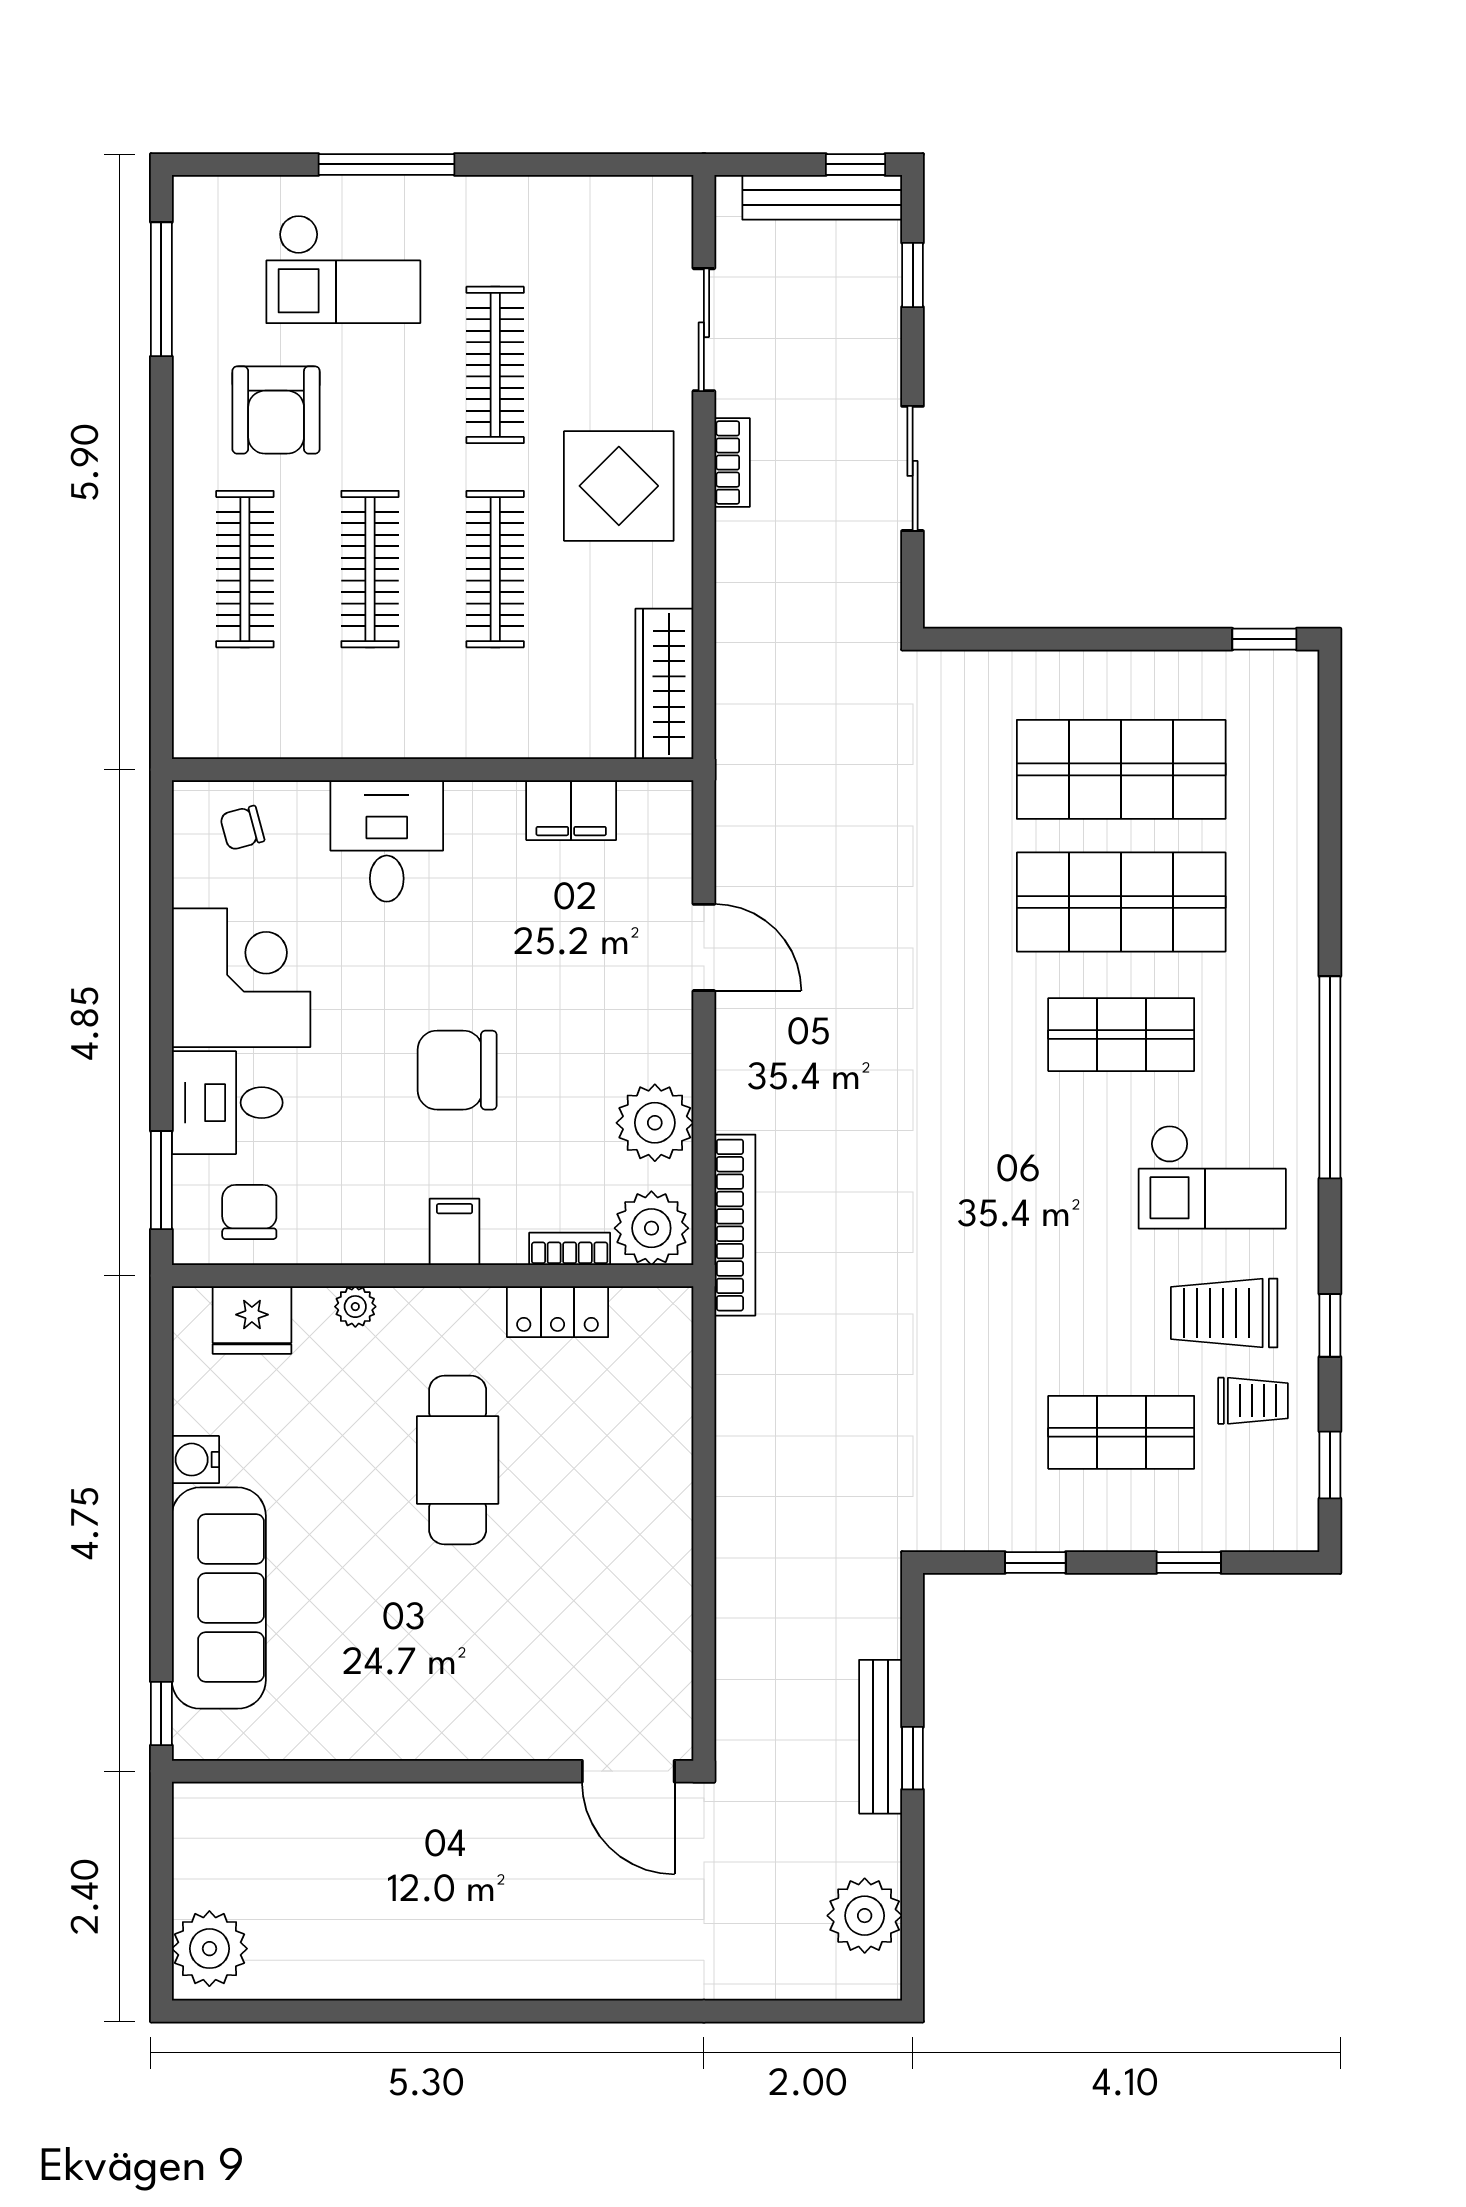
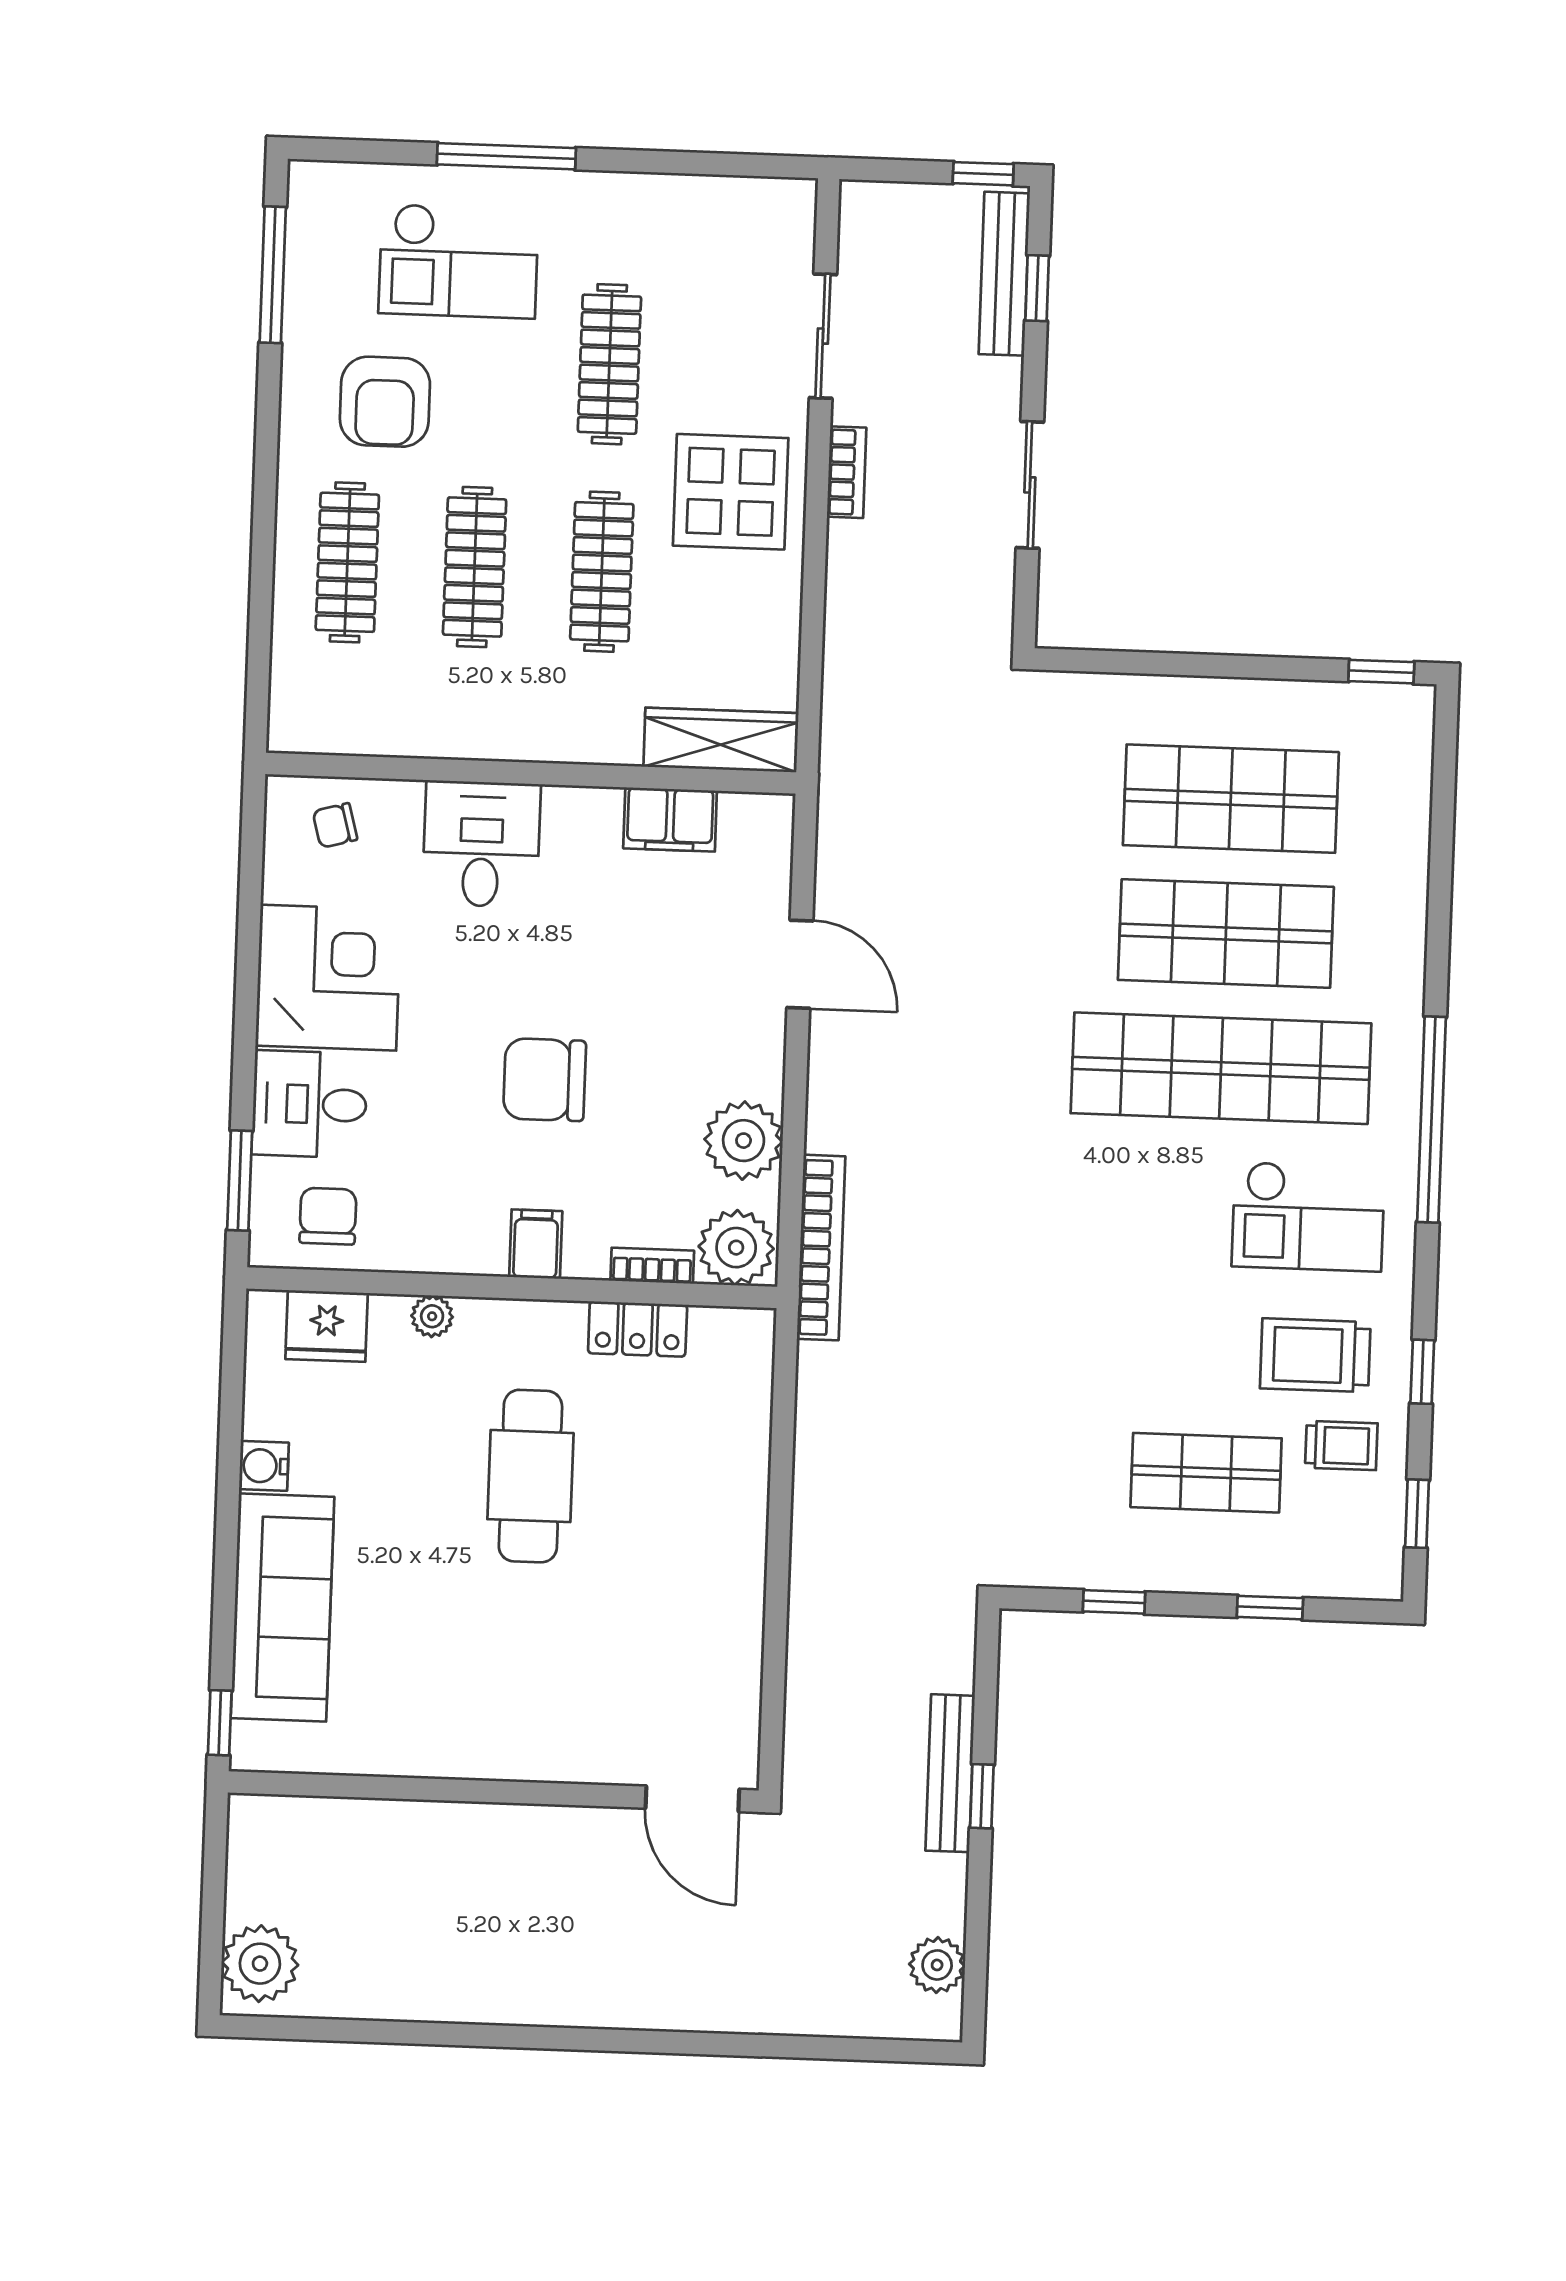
bench: (822, 197) -> (1004, 274), moved, turned 90
wardrobe: (664, 684) -> (721, 740), moved, turned 90
shop shelf: (1121, 1035) -> (1221, 1068), width x2.00, depth x1.36
plant: (865, 1916) -> (937, 1965), width x0.73, depth x0.73

